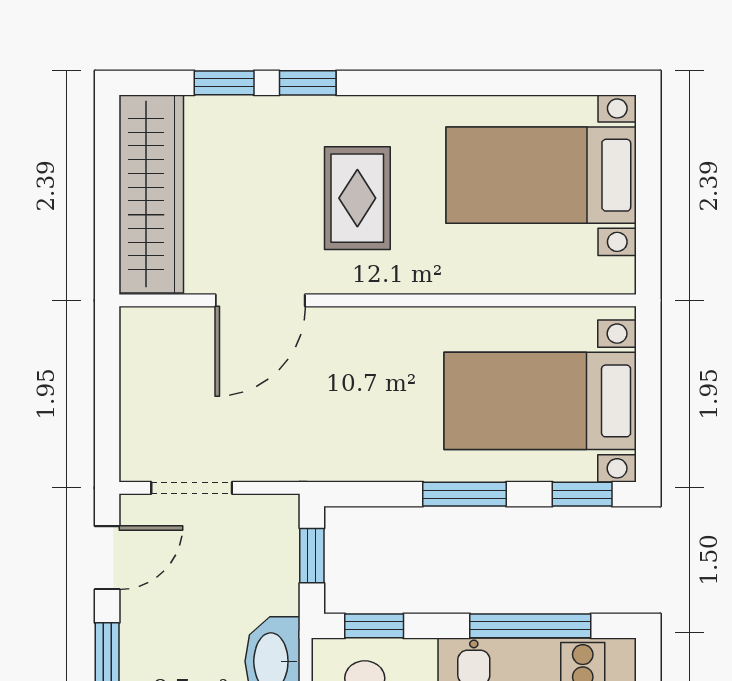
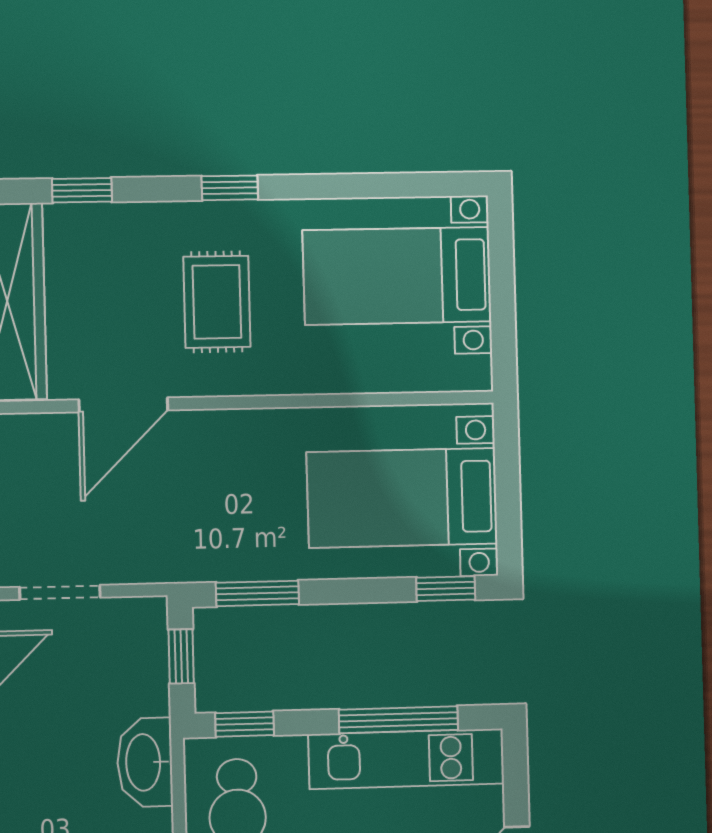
window: (308, 83) -> (230, 188), moved
window: (465, 494) -> (257, 593), moved

